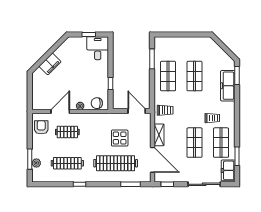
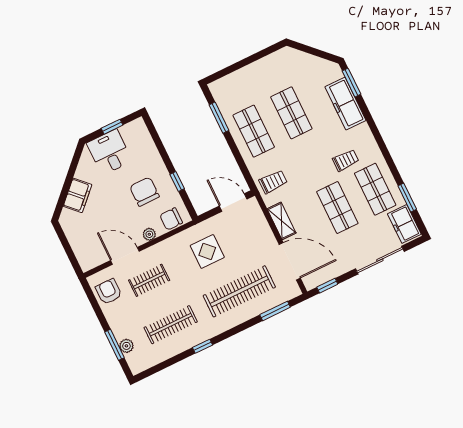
desk: (98, 48) -> (109, 152), moved
chair: (89, 80) -> (144, 192), added
door: (60, 111) -> (125, 256), hinge flipped
display table: (120, 138) -> (207, 251), moved

